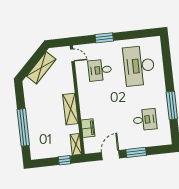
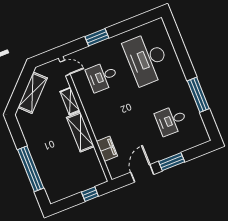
desk: (145, 120) -> (171, 120), turned 180
shelving: (76, 144) -> (70, 101), moved

